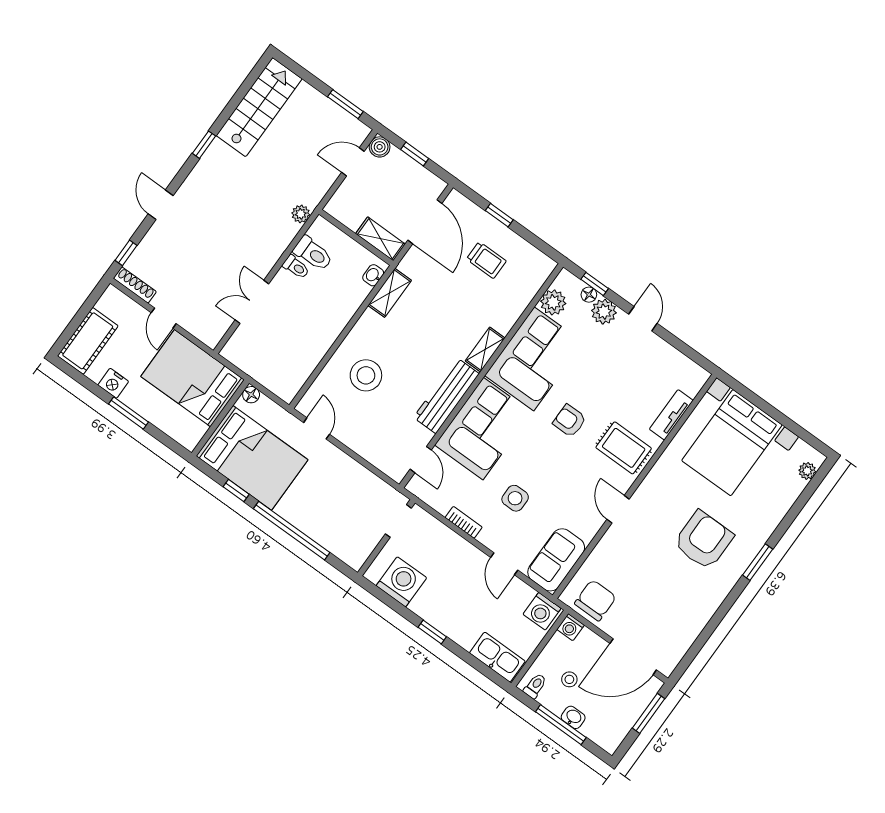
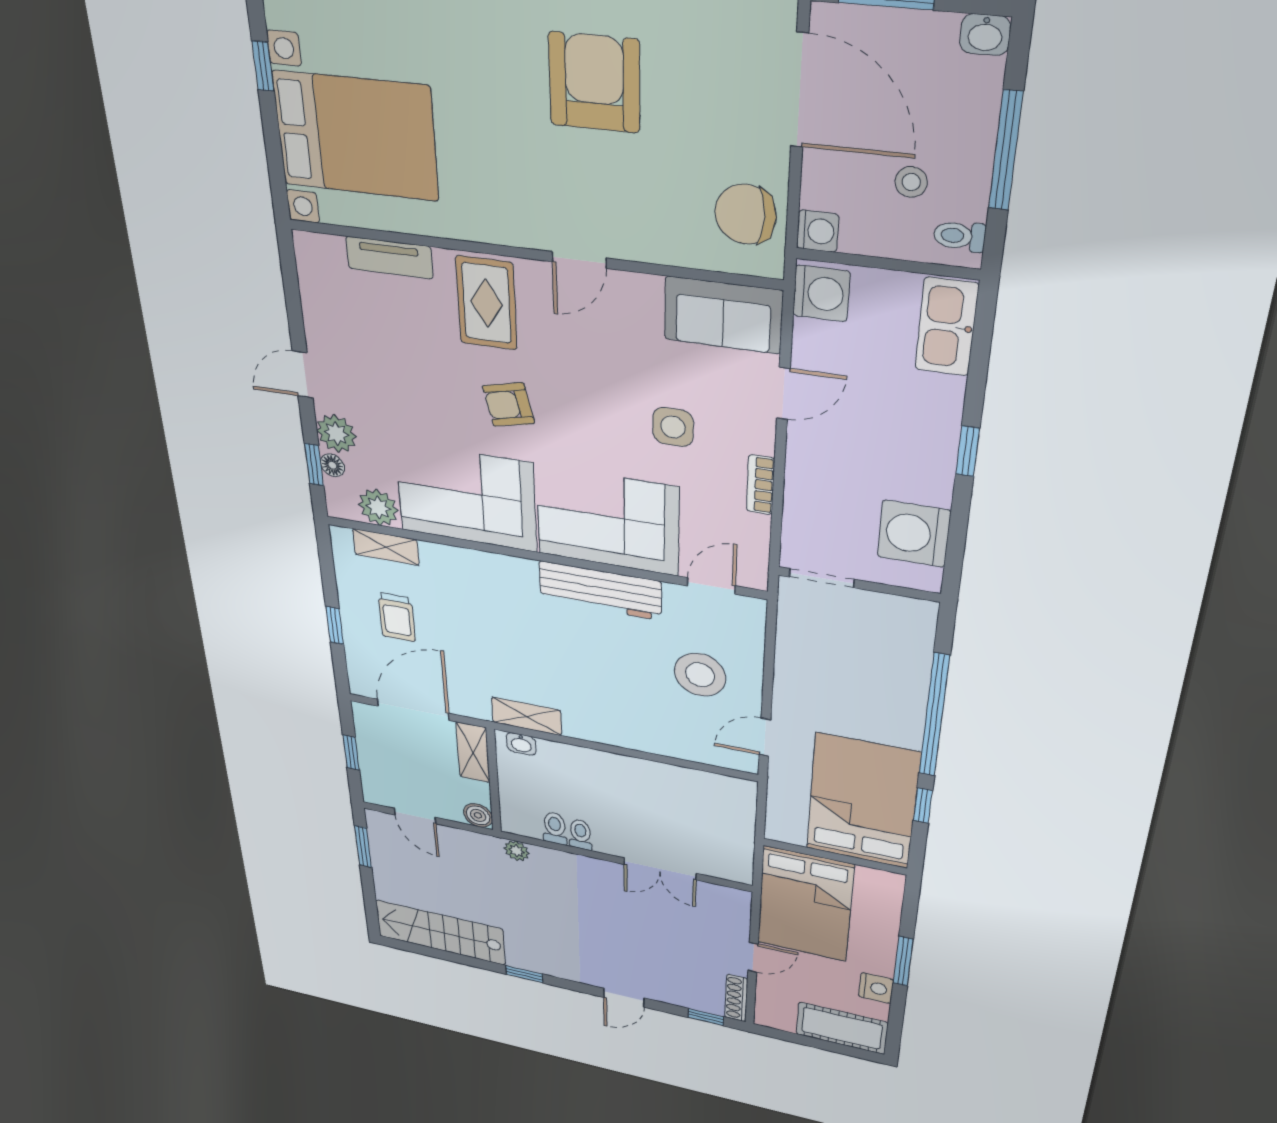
boiler: (380, 147) -> (478, 815), moved
toilet: (313, 253) -> (555, 828), width x0.73, depth x0.72
trolley: (486, 260) -> (397, 617), turned 180
shelving: (485, 349) -> (386, 547), moved
stool: (366, 375) -> (700, 675), moved
floor lamp: (251, 395) -> (777, 831), removed
armchair: (570, 421) -> (508, 405), turned 77
window: (786, 422) -> (263, 66), added
armchair: (703, 540) -> (594, 83), moved, turned 90
washbasin: (573, 717) -> (985, 35), moved, turned -90

